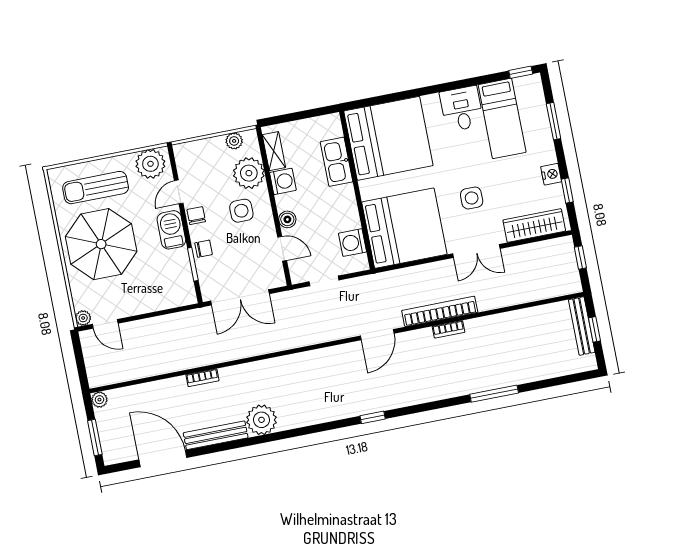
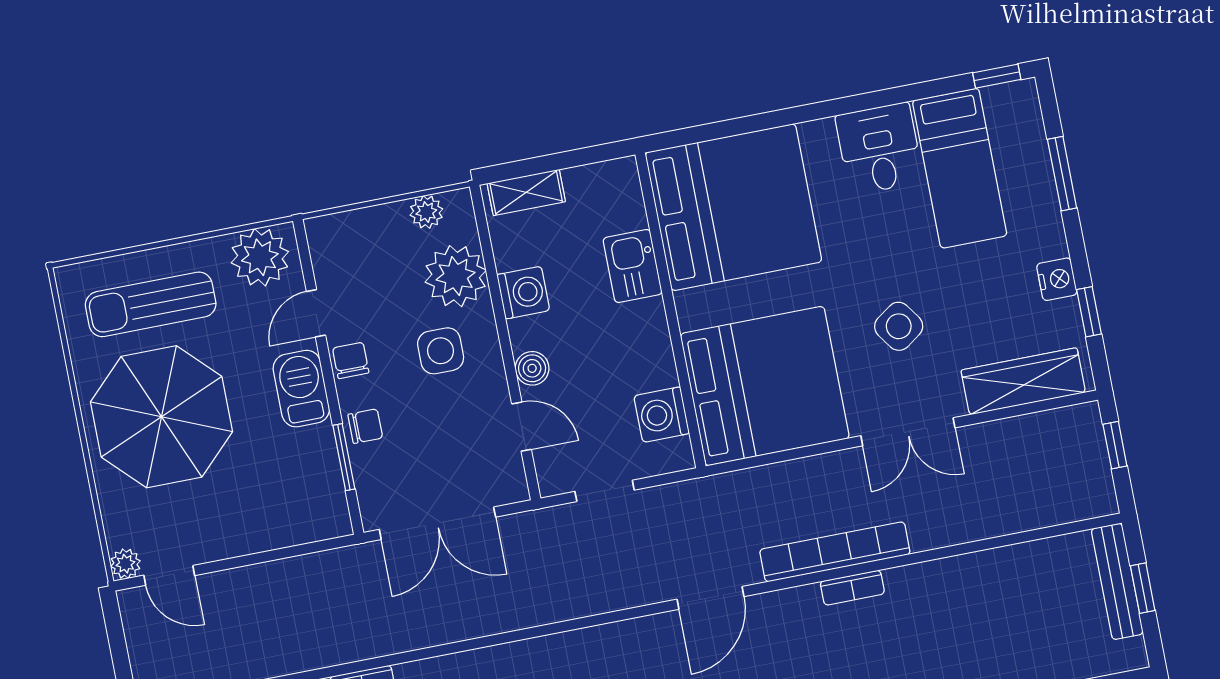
shelving: (274, 151) -> (526, 192), moved, turned 90
kitchen sink: (337, 162) -> (633, 266), width x0.73
side table: (472, 198) -> (899, 326), turned -35

